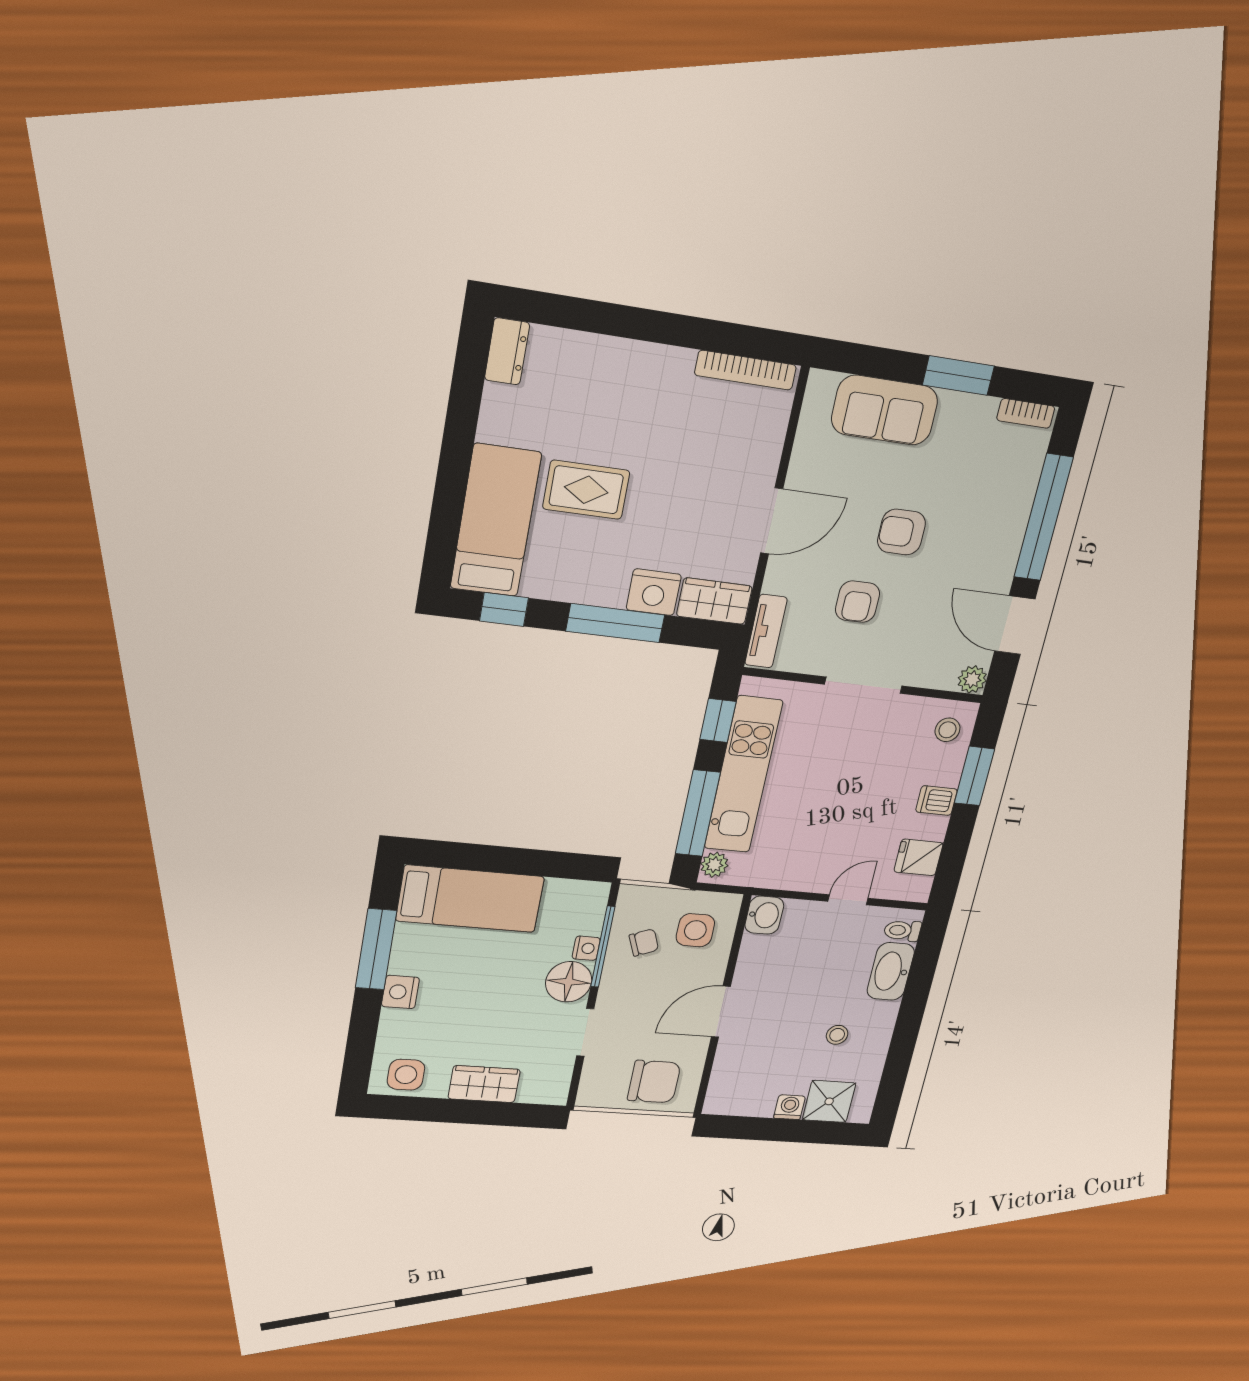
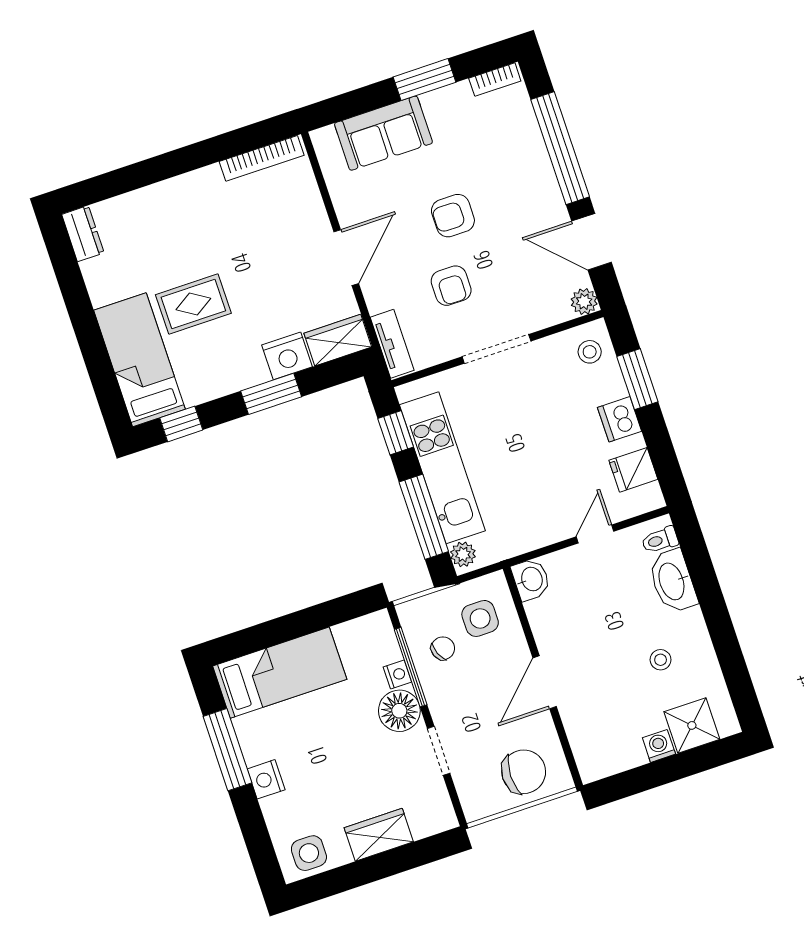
window: (615, 623) -> (271, 394), width x0.69
dishwasher: (936, 800) -> (620, 419), width x1.38

